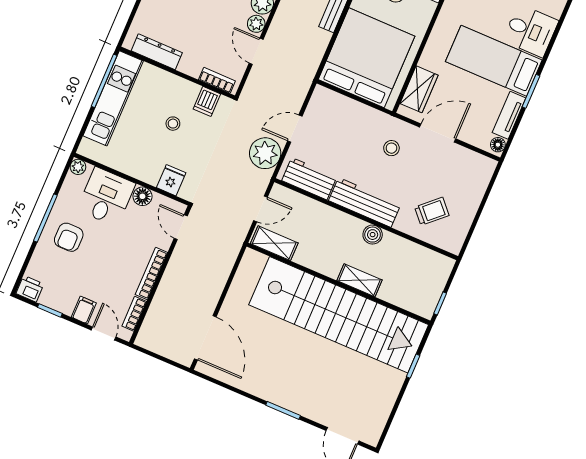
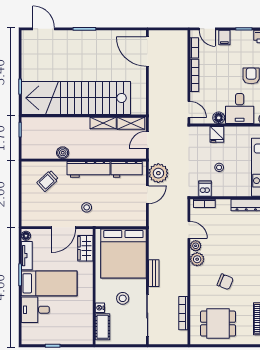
fridge: (171, 180) -> (217, 134), moved
boiler: (373, 235) -> (63, 153), moved
shelving: (359, 280) -> (103, 123), moved

